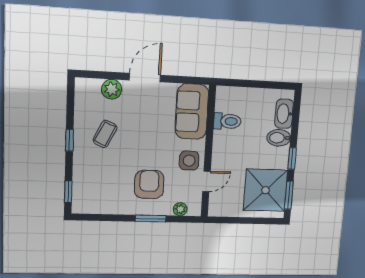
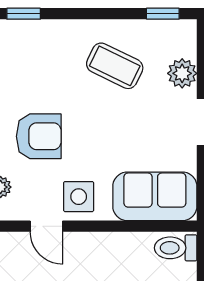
toilet: (227, 121) -> (176, 248), moved, turned 90
coffee table: (105, 134) -> (115, 66), width x1.36, depth x1.30
window: (70, 140) -> (163, 14), moved

